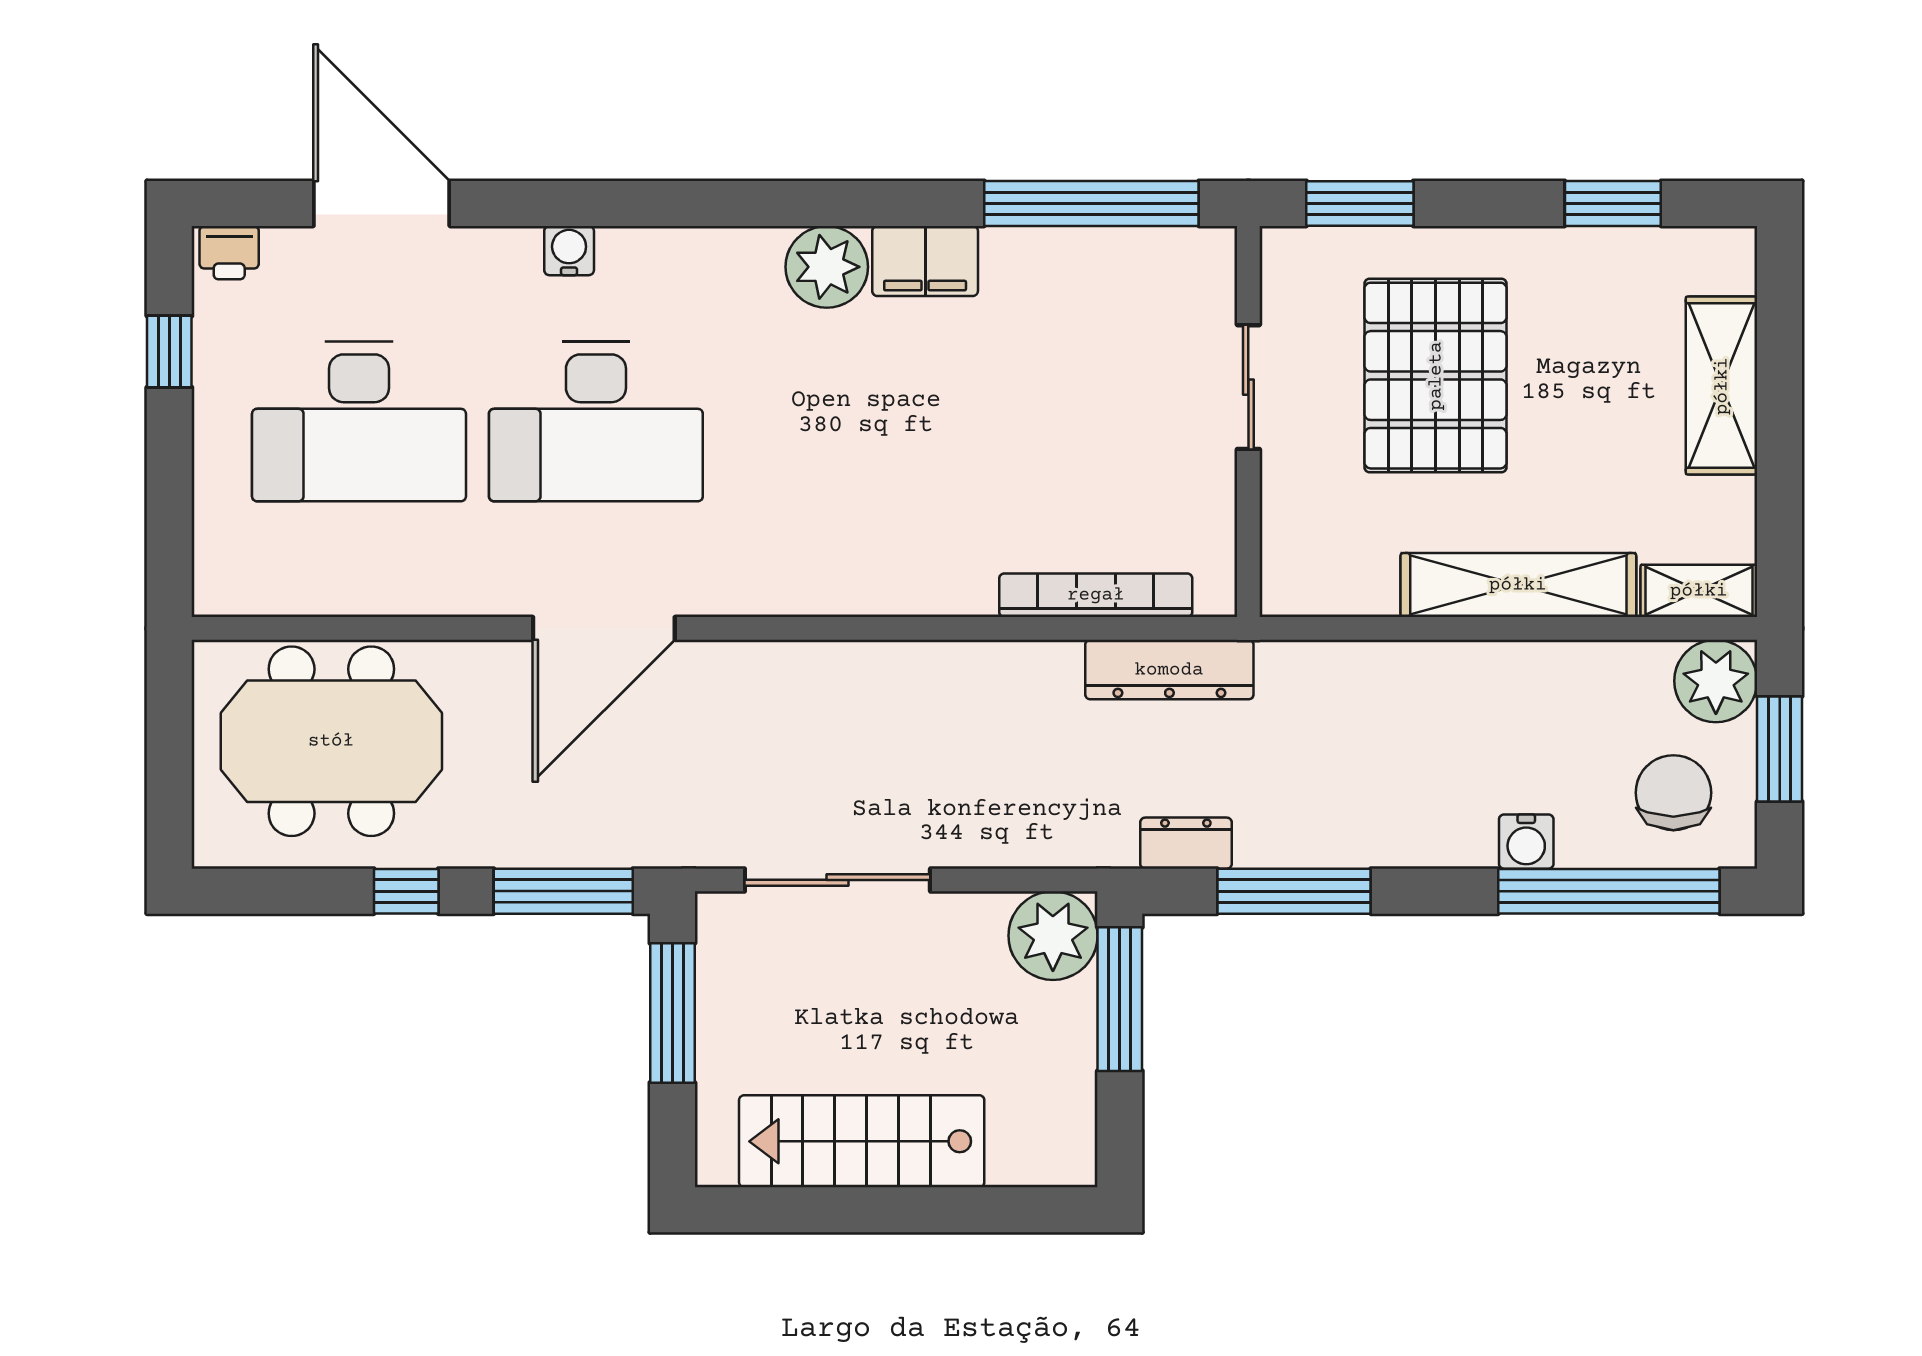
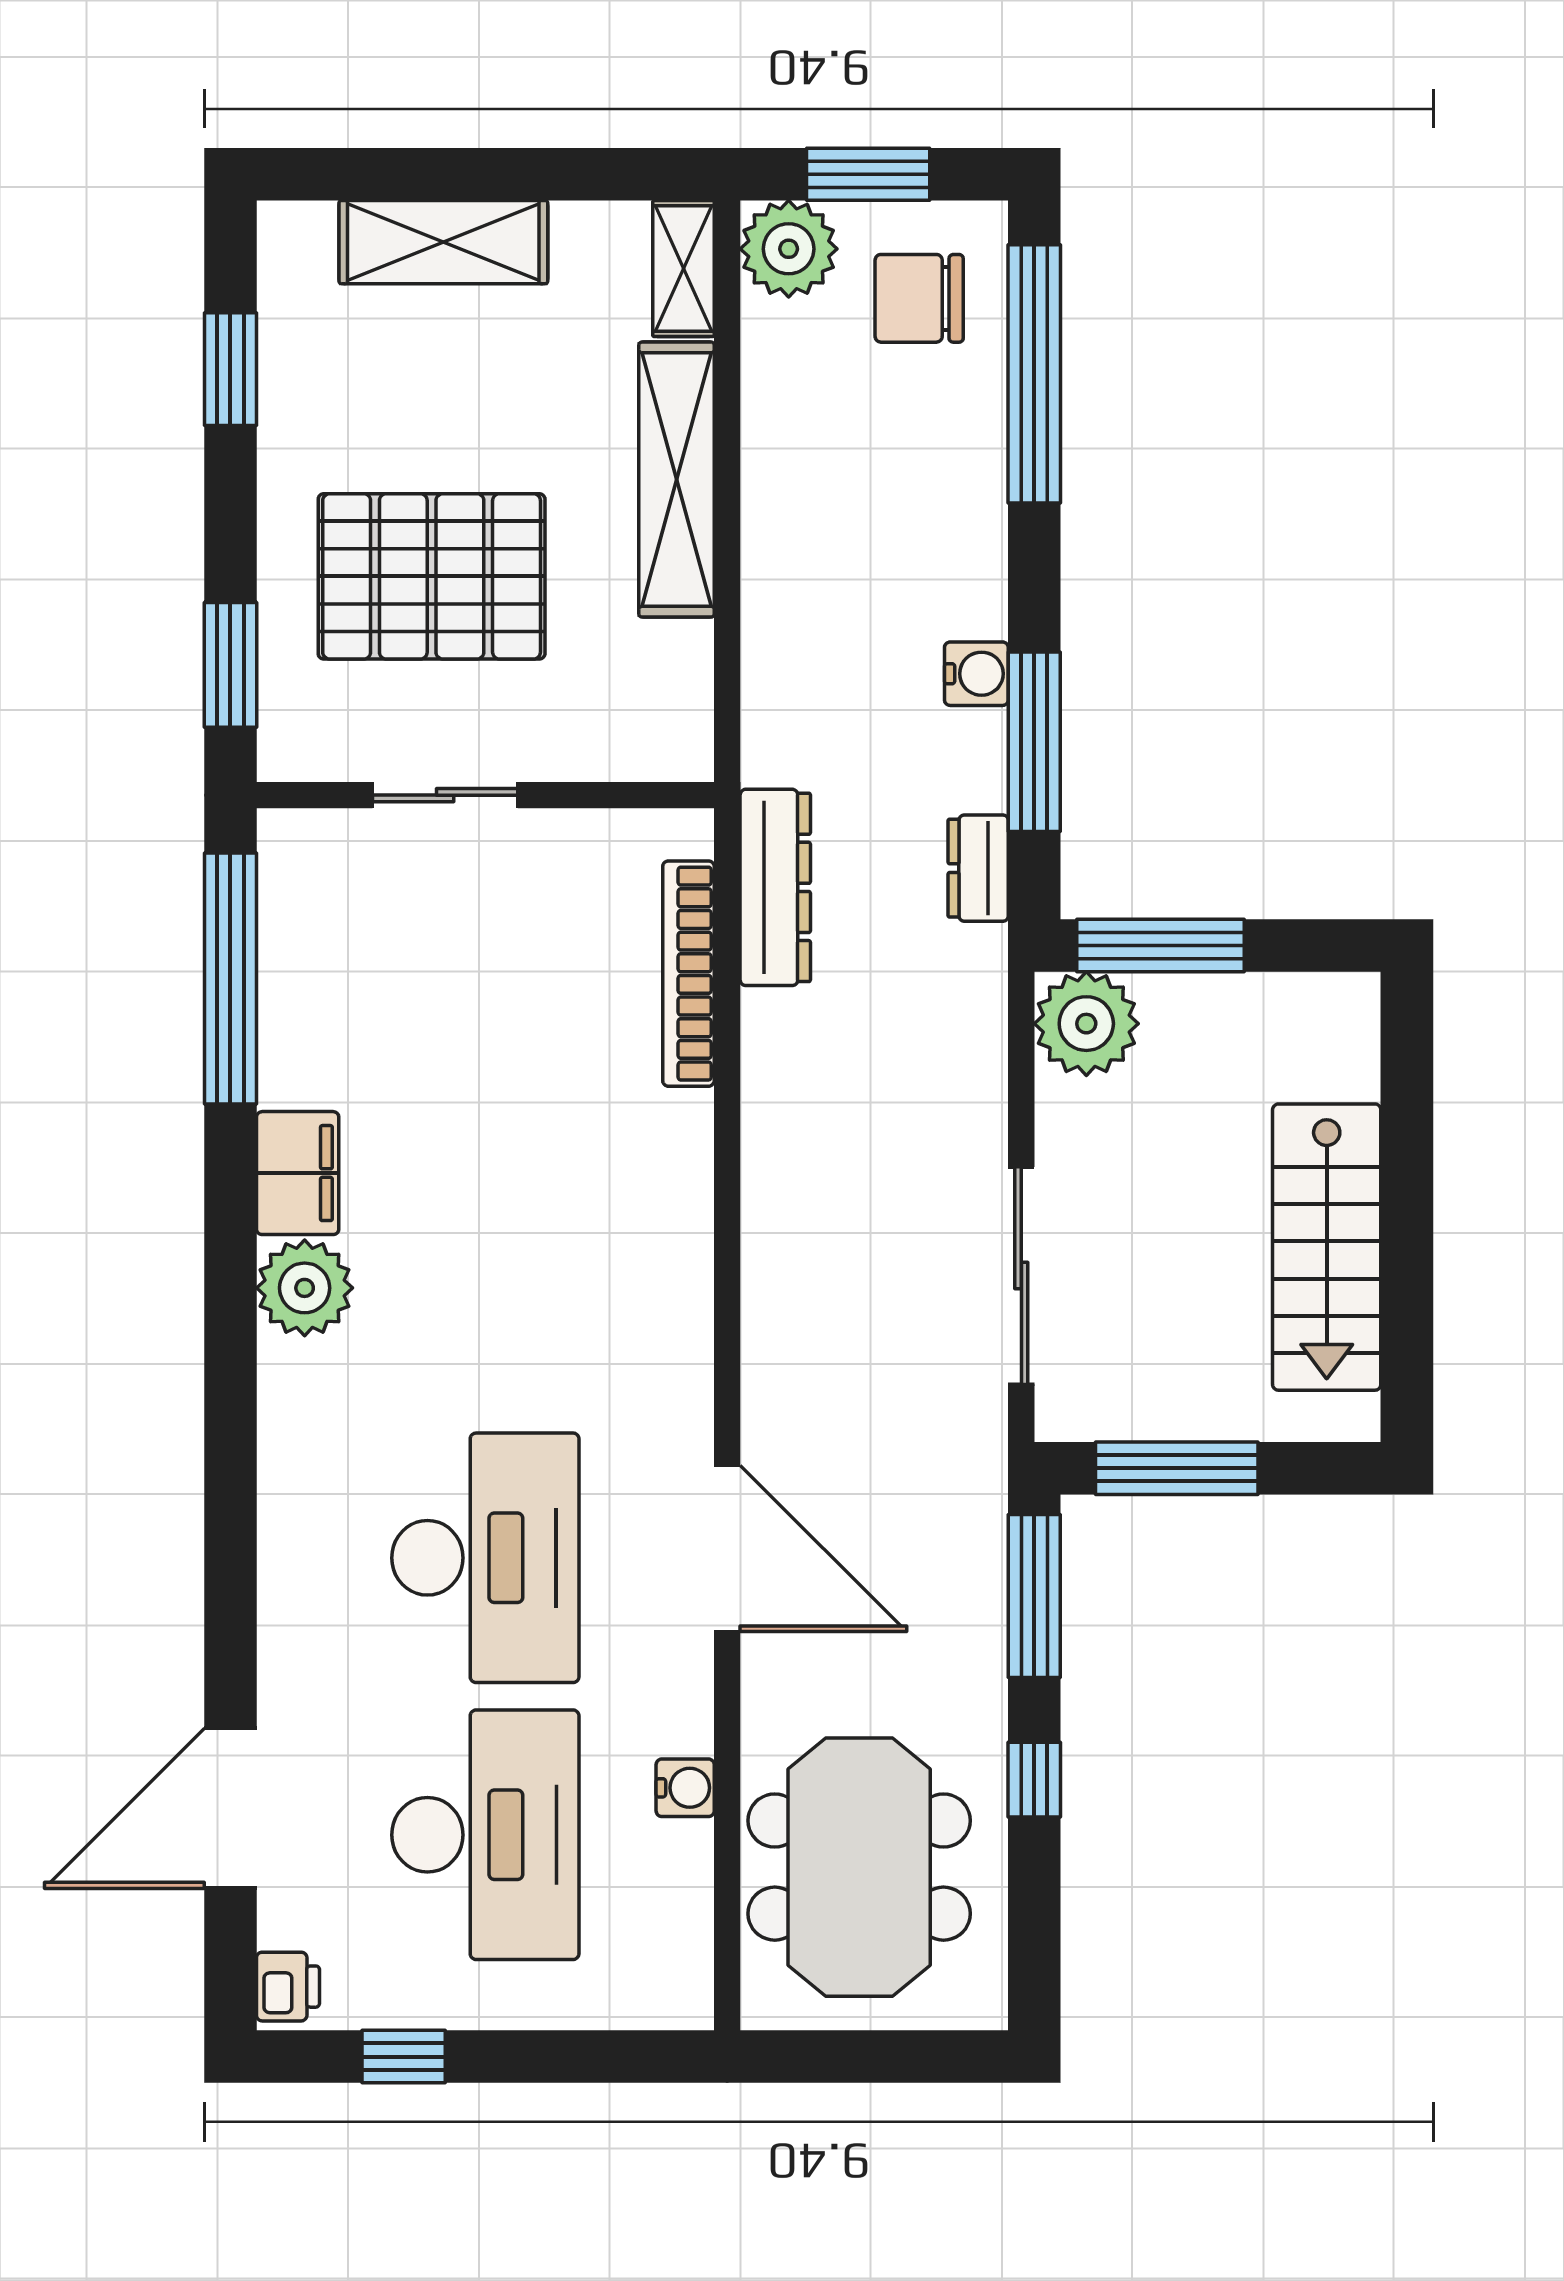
water cooler: (569, 251) -> (685, 1788), moved, turned 180
water cooler: (1526, 842) -> (976, 674), moved

